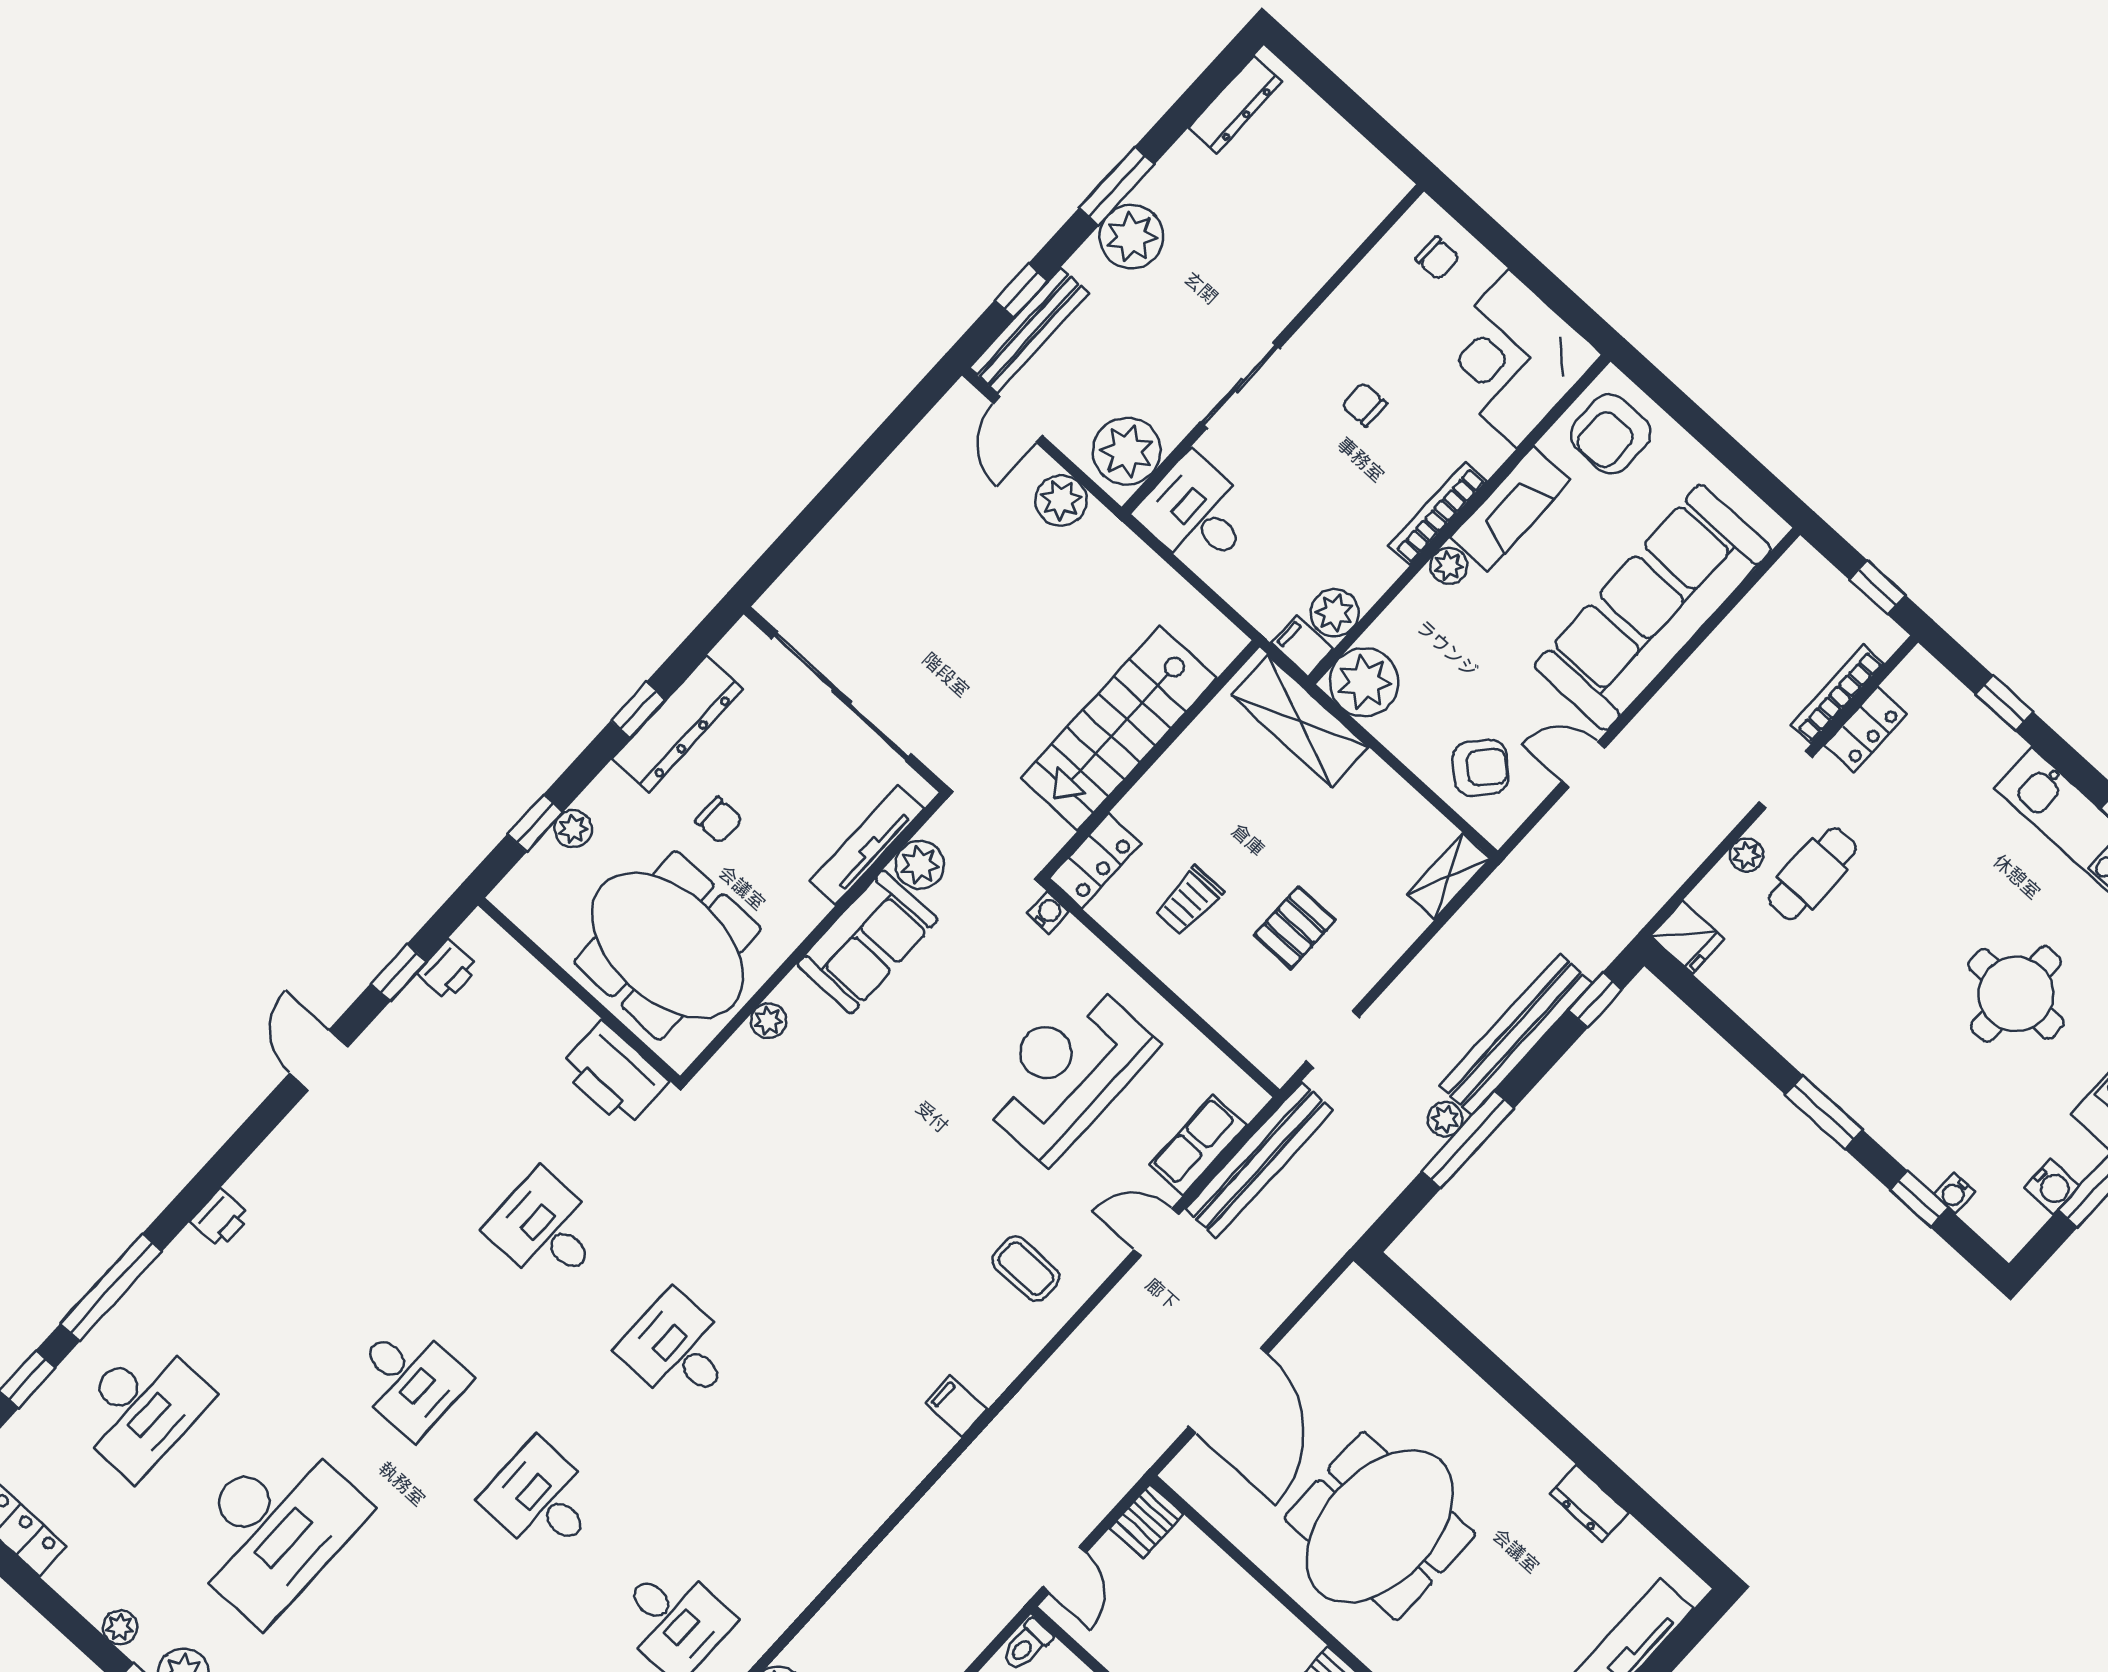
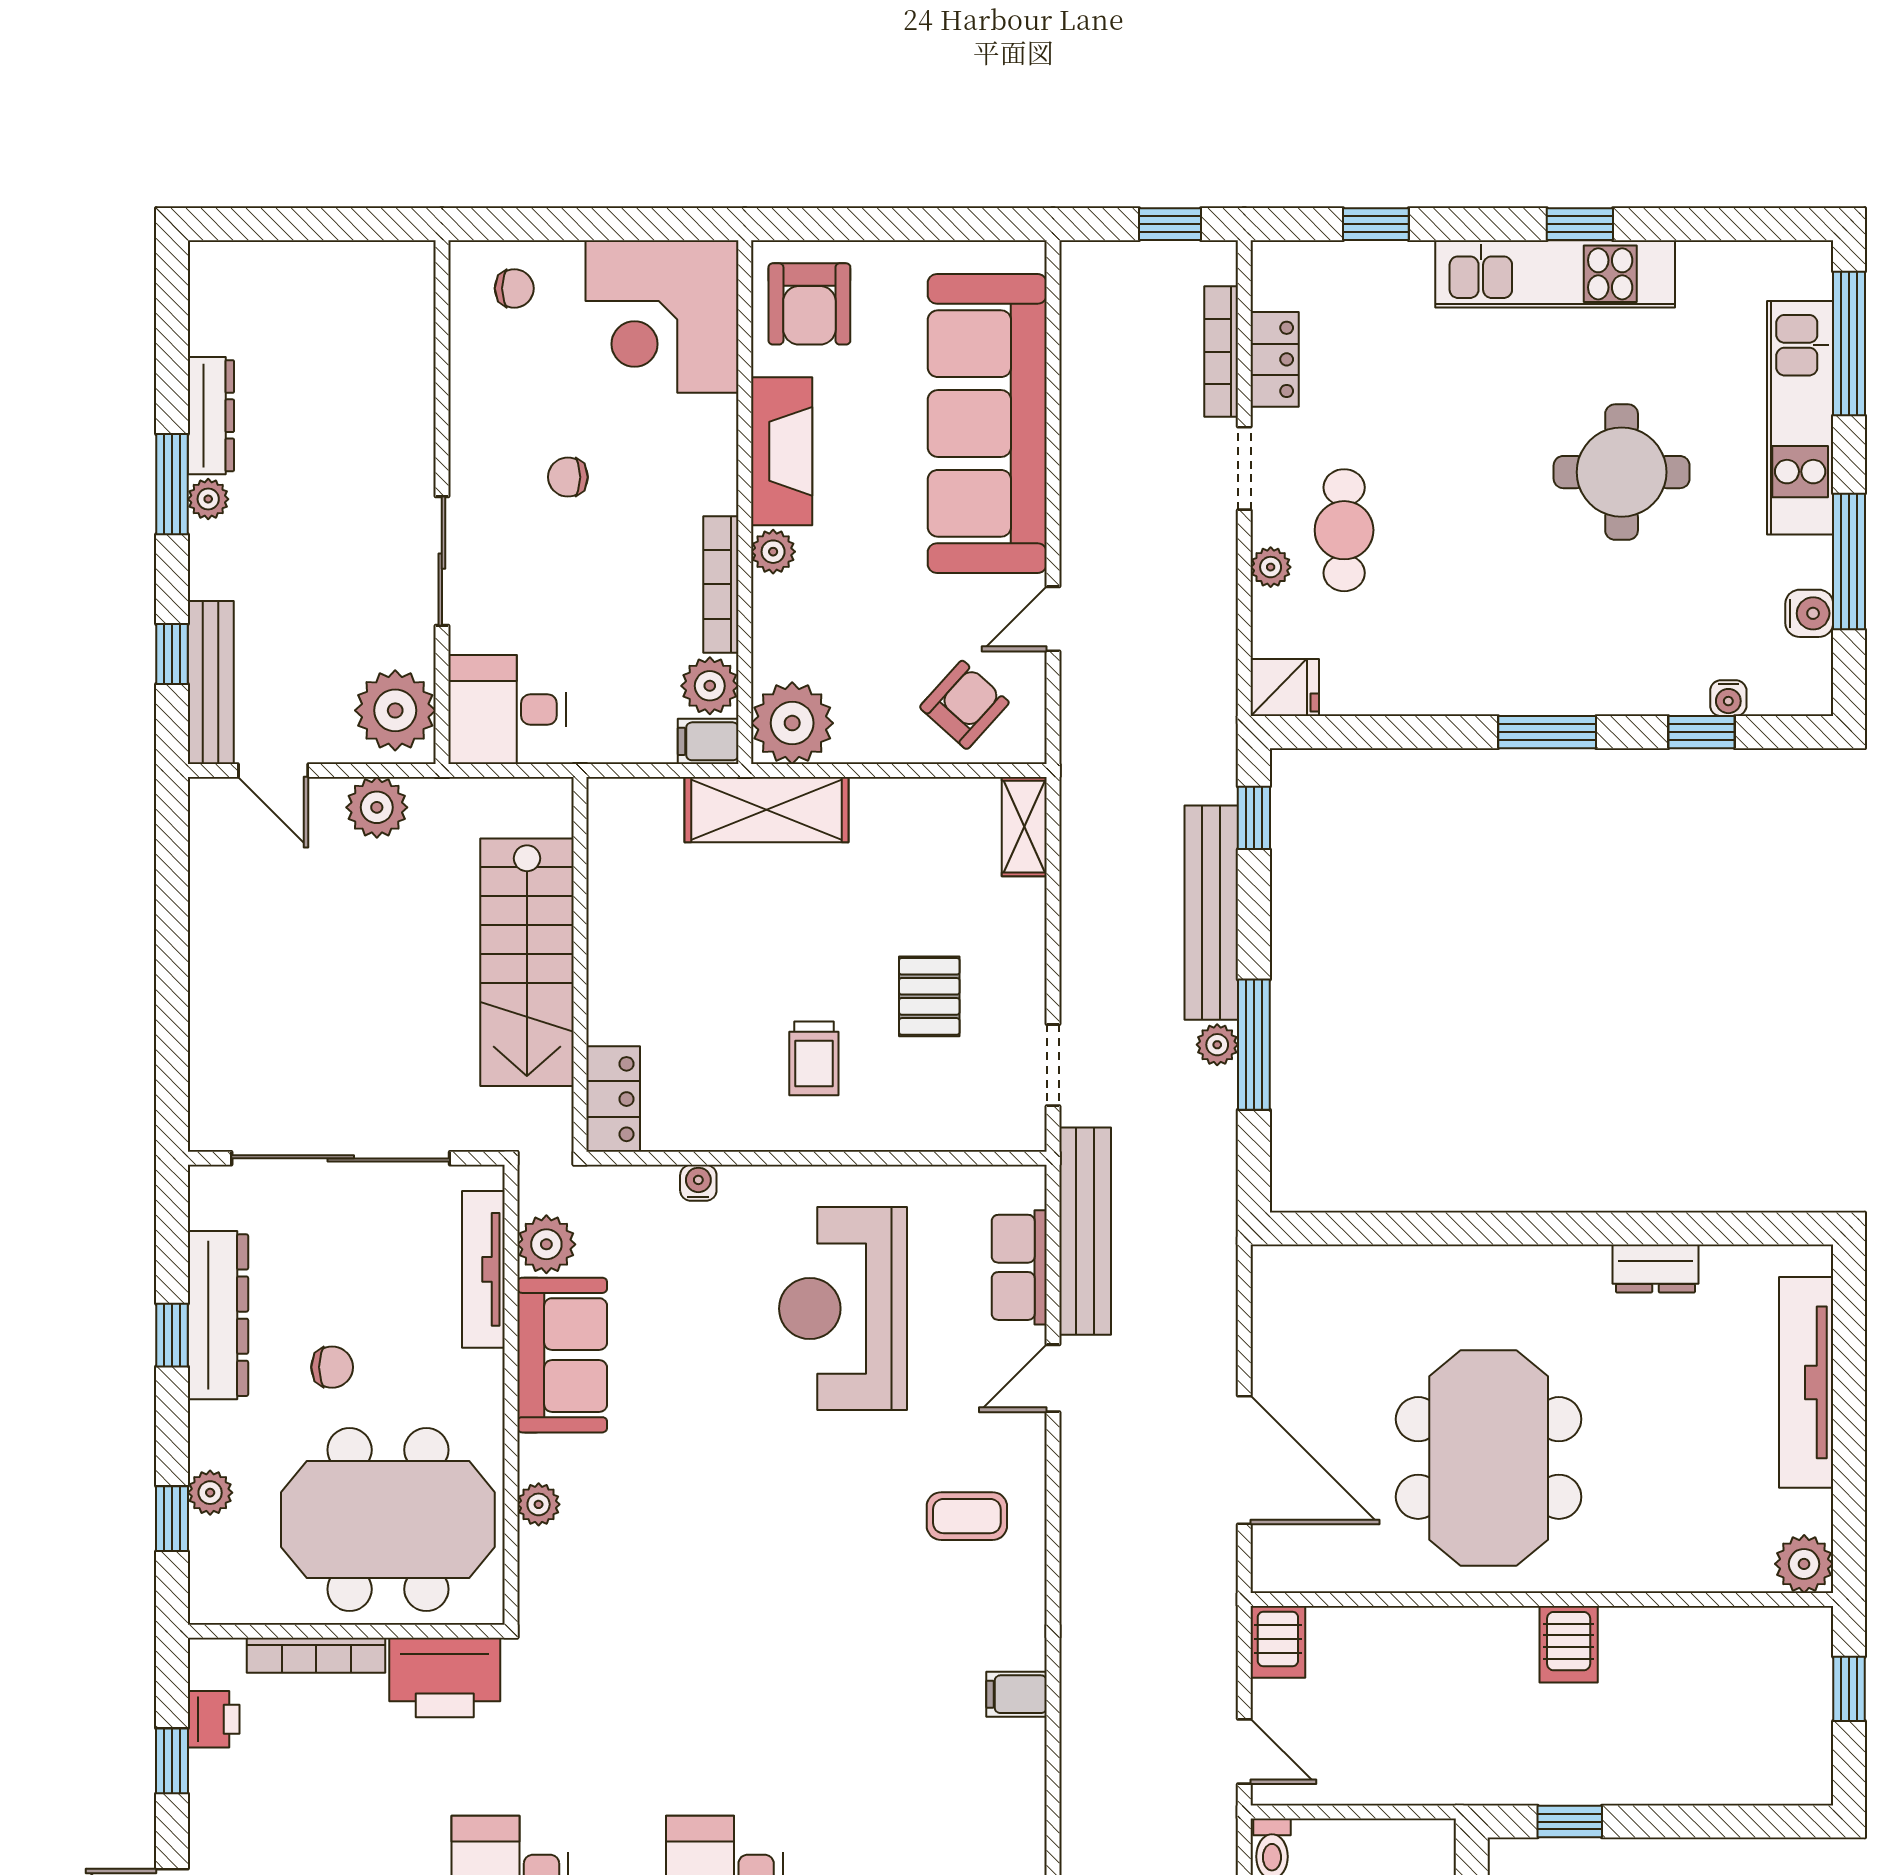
dresser: (1235, 104) -> (211, 416), moved
plant: (1132, 237) -> (208, 499), width x0.53, depth x0.53
bookcase: (1438, 513) -> (721, 584), moved
stairs: (1119, 728) -> (527, 962), moved
wall: (1150, 759) -> (580, 964), moved
locker: (1095, 861) -> (613, 1099), moved
bookcase: (547, 988) -> (316, 1655), added

